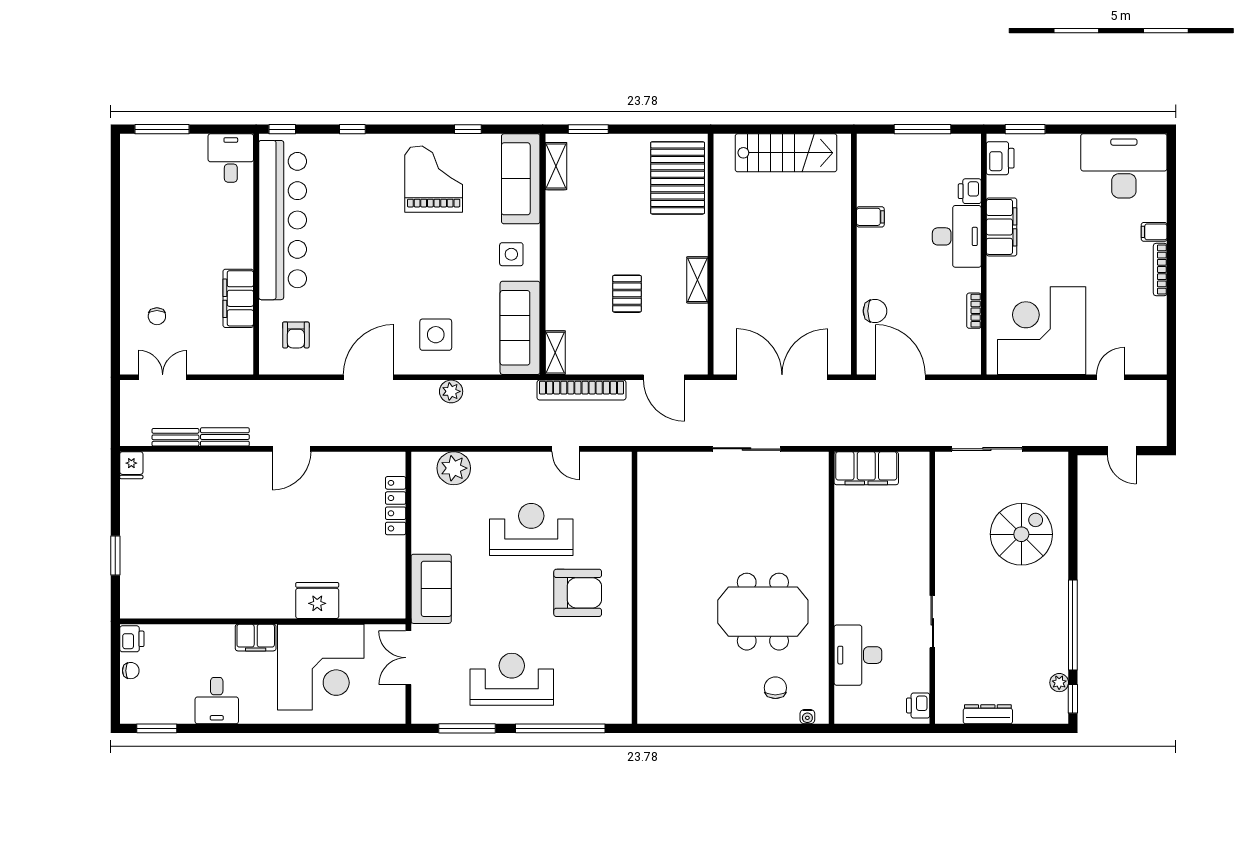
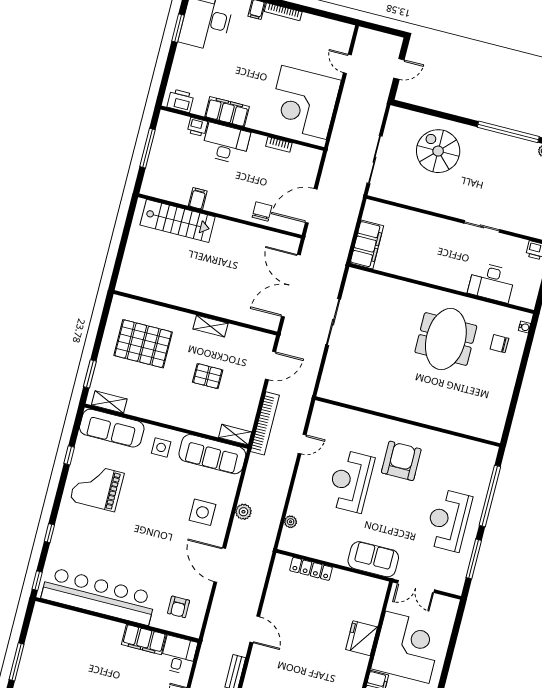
window: (1025, 129) -> (178, 28), moved
stairs: (786, 153) -> (178, 221), moved, turned 90
desk: (231, 158) -> (179, 655), moved, turned 90
pallet: (678, 178) -> (143, 344), moved
armchair: (296, 335) -> (179, 607), turned 90
plant: (454, 468) -> (291, 522), width x0.53, depth x0.53

